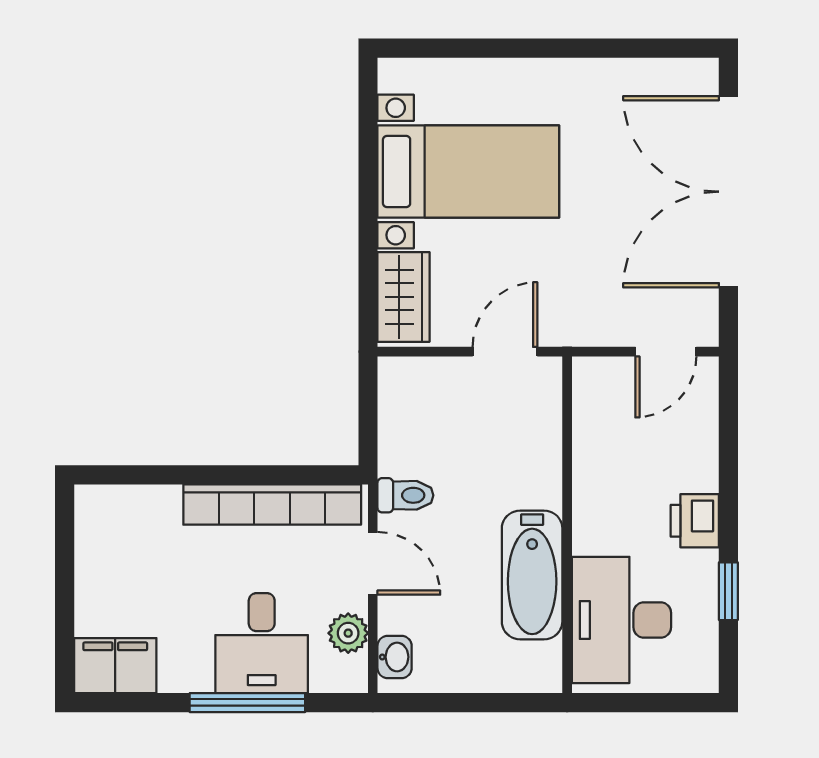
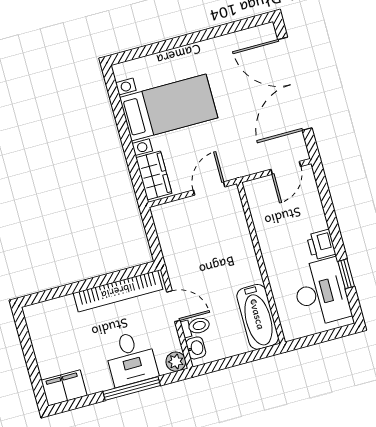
toilet: (405, 495) -> (196, 327), moved
bathtub: (532, 575) -> (258, 317), moved
desk: (622, 620) -> (321, 292), moved, turned 180
plant: (348, 633) -> (176, 362), moved

